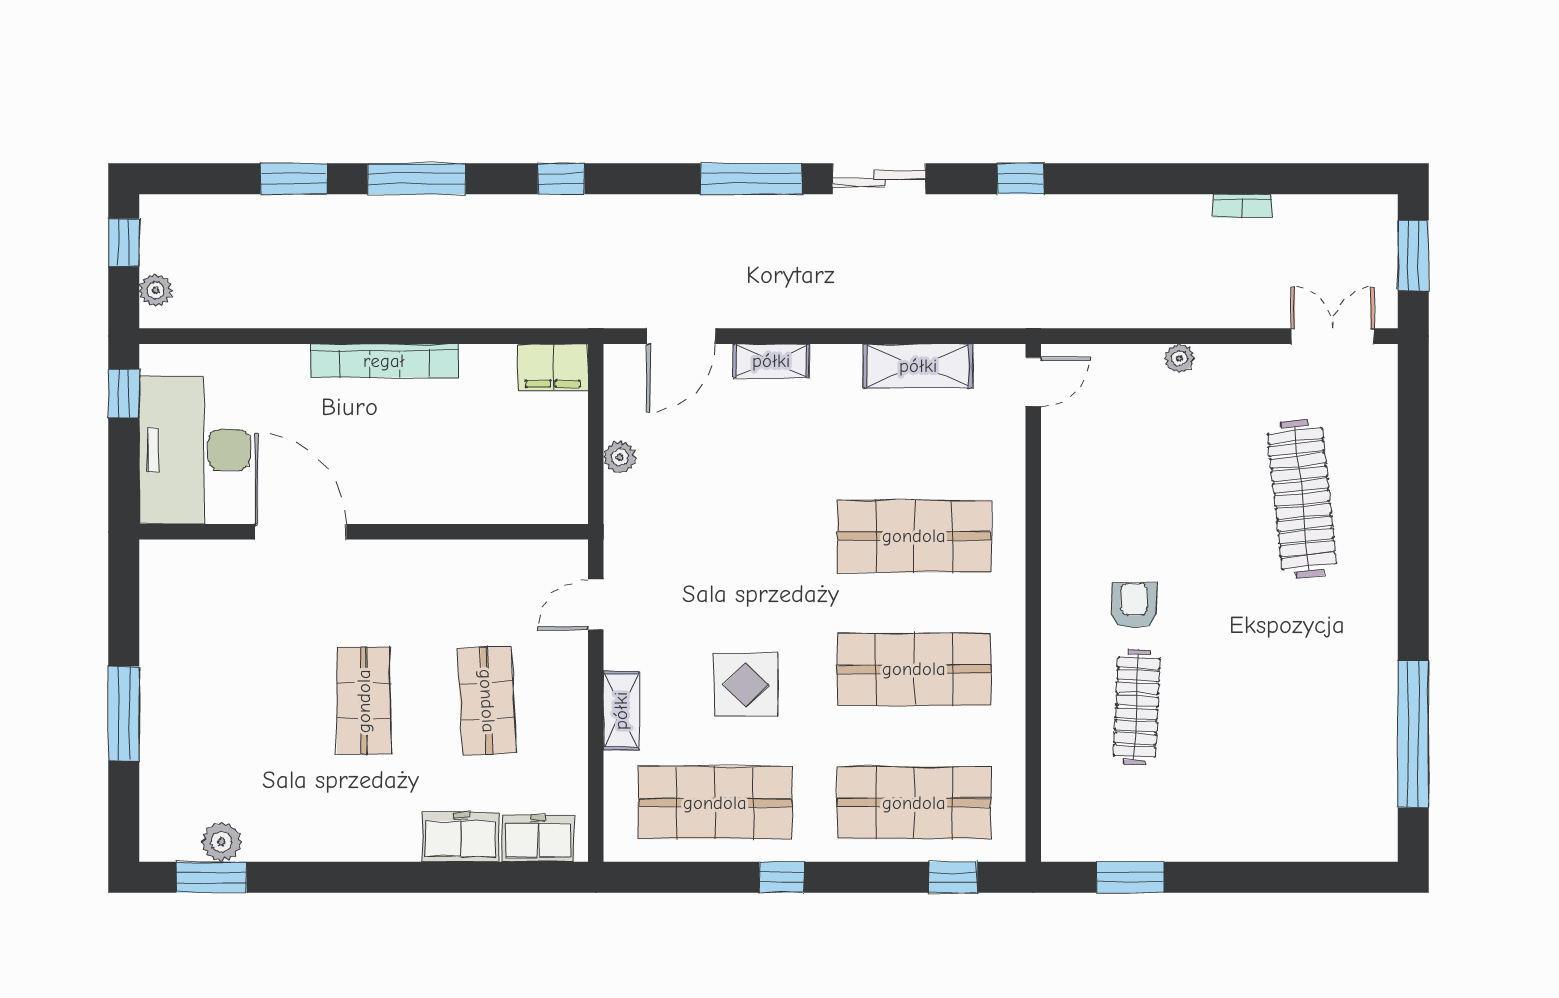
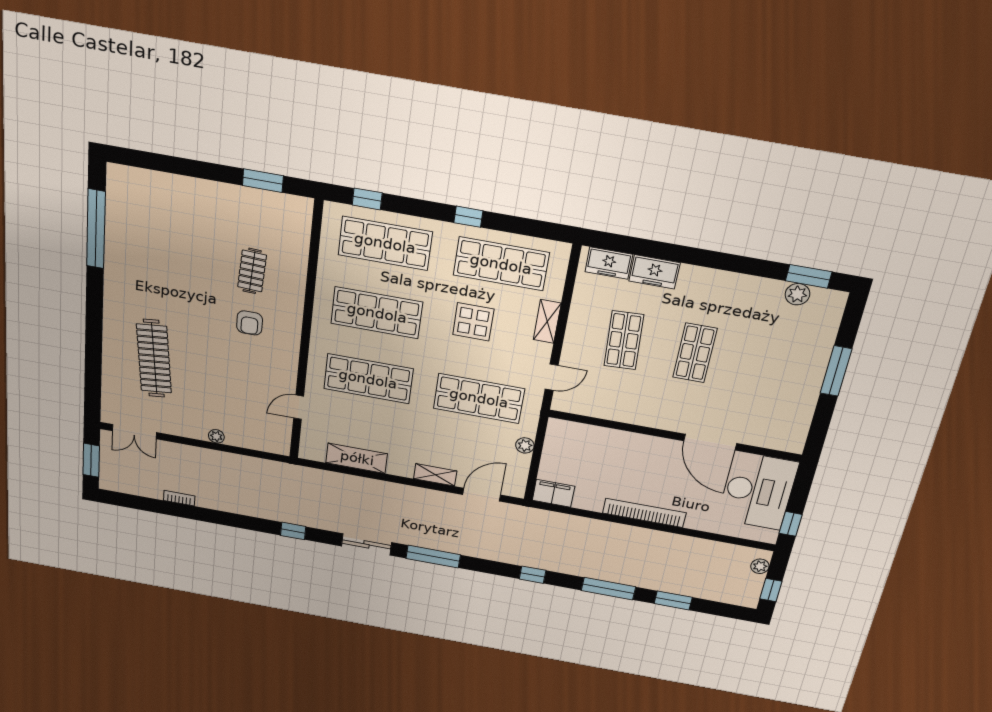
door: (1033, 382) -> (299, 407), moved
shop shelf: (715, 536) -> (479, 398), added
clothes rail: (1137, 707) -> (252, 271), width x0.73

